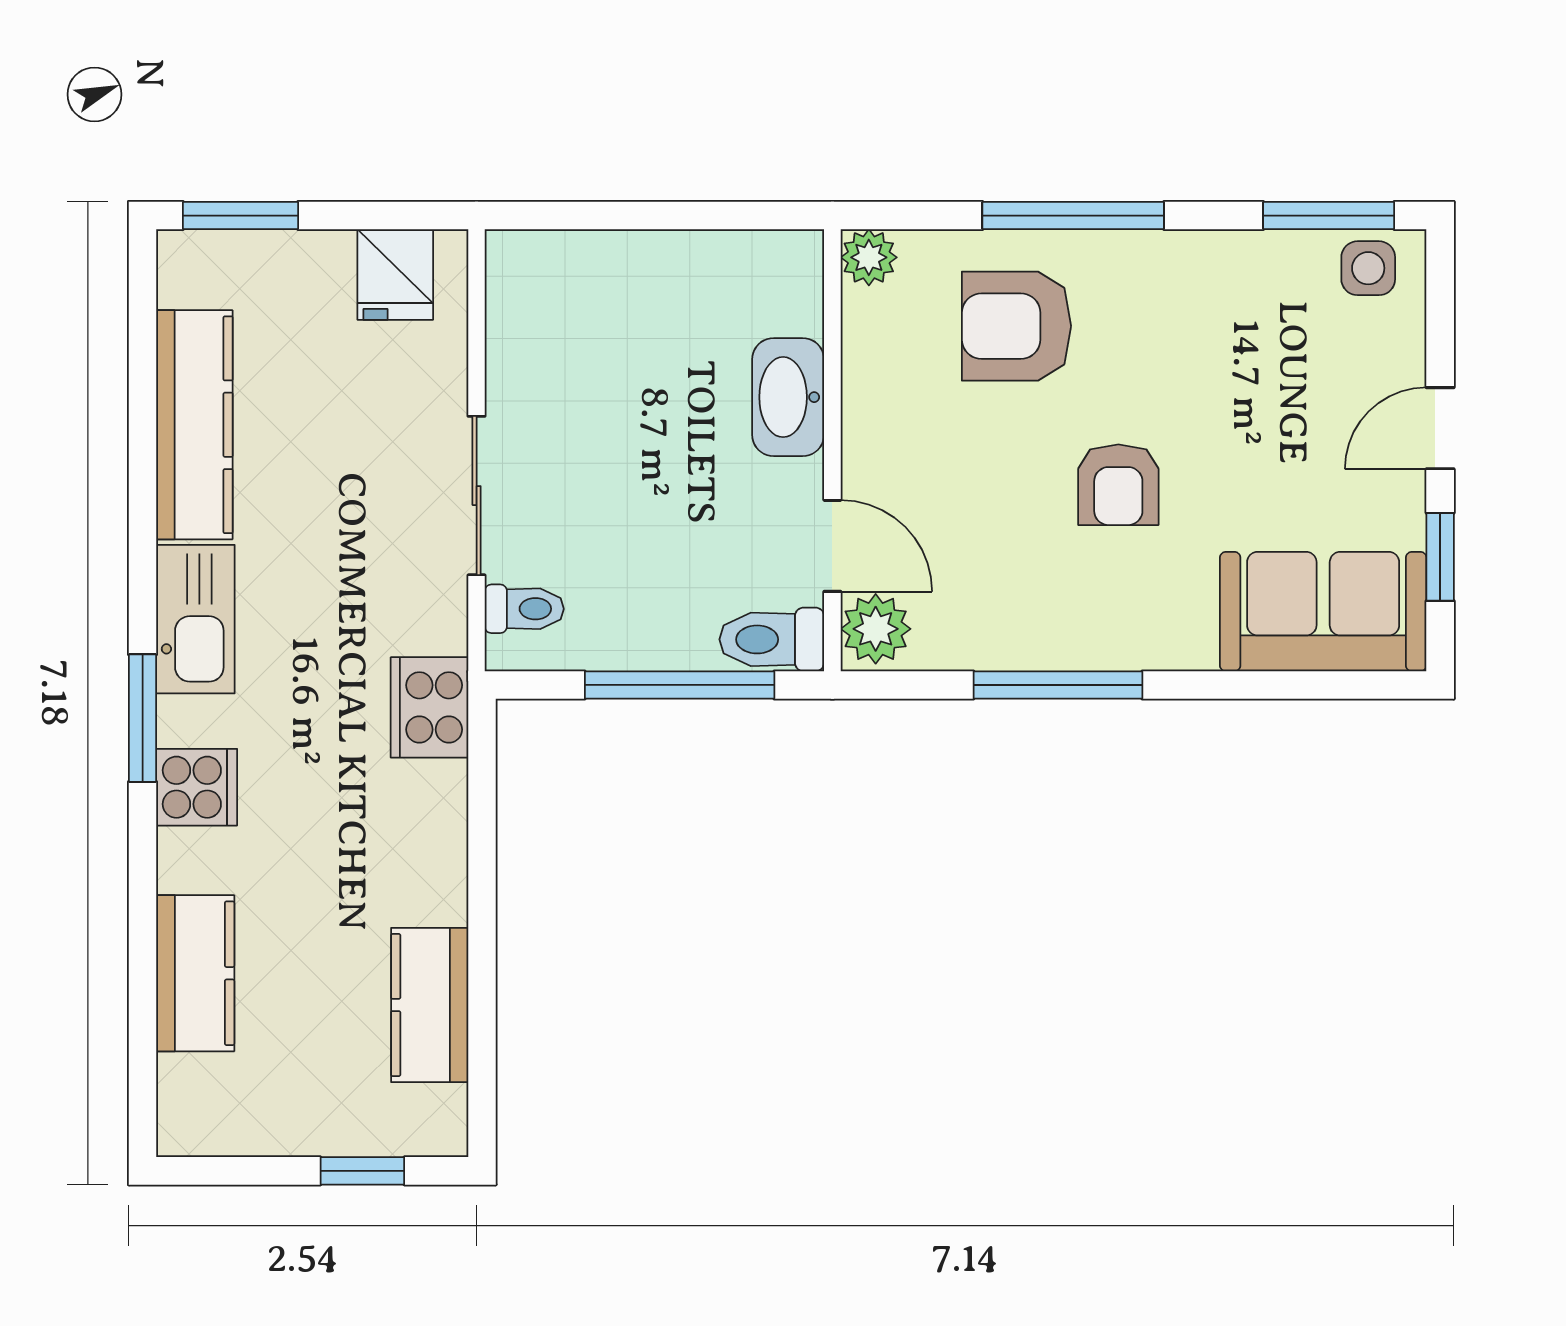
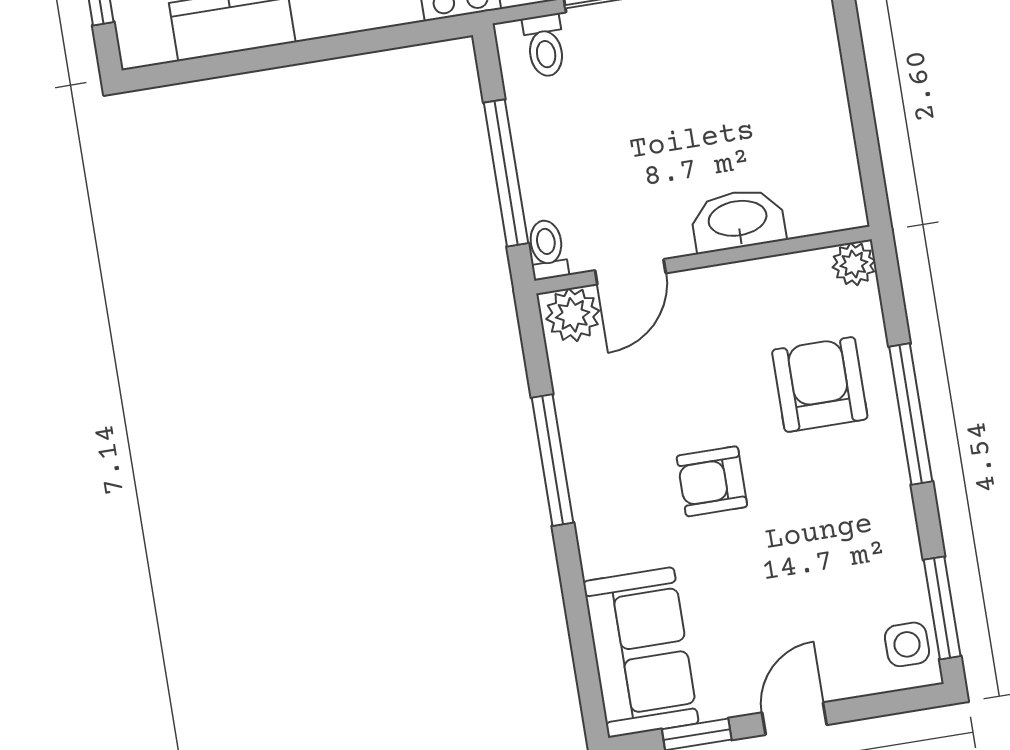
door: (1440, 428) -> (794, 719), hinge flipped
toilet: (772, 639) -> (547, 249), width x0.73, depth x0.72

